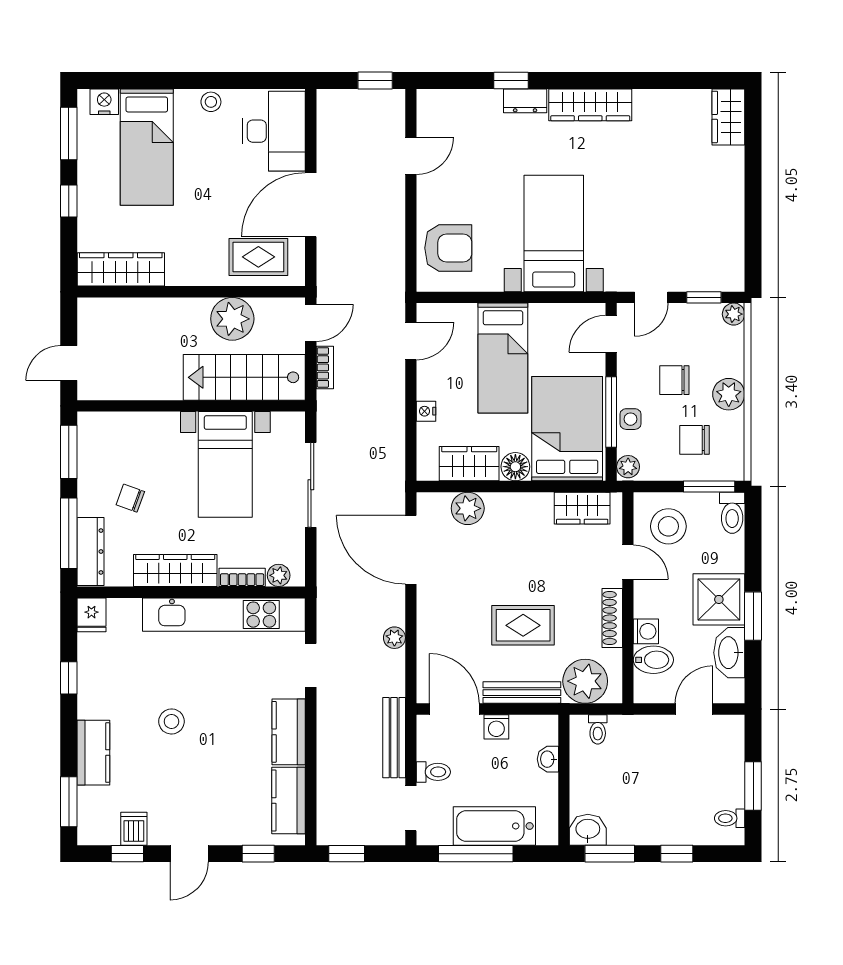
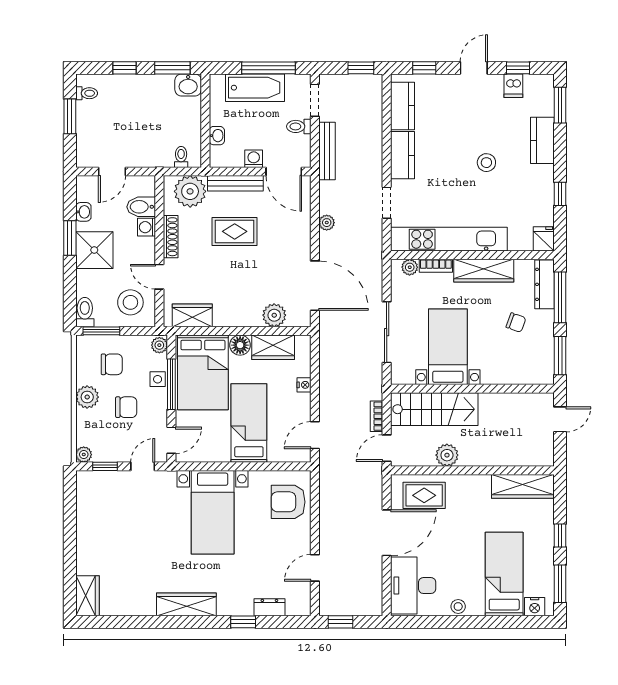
dresser: (525, 101) -> (269, 607), moved
plant: (232, 319) -> (447, 455), width x0.73, depth x0.73
washbasin: (729, 653) -> (83, 212), width x0.52, depth x0.69

